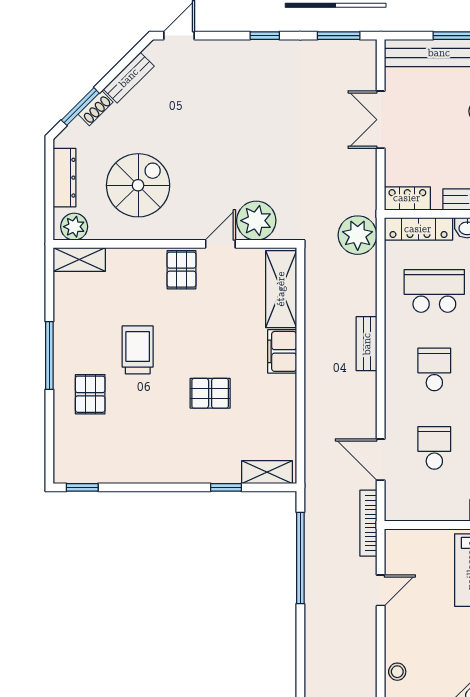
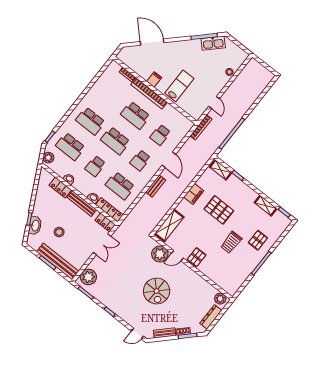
double door: (381, 120) -> (102, 244), moved
spiral stairs: (138, 185) -> (157, 291), moved, turned -90
plant: (358, 235) -> (88, 277), moved
shelving: (79, 259) -> (266, 206), moved
filing cabinet: (282, 351) -> (194, 194), moved
pallet: (210, 393) -> (219, 210), width x1.50, depth x1.42
door: (381, 460) -> (169, 160), moved
door: (381, 590) -> (214, 102), swing flipped

